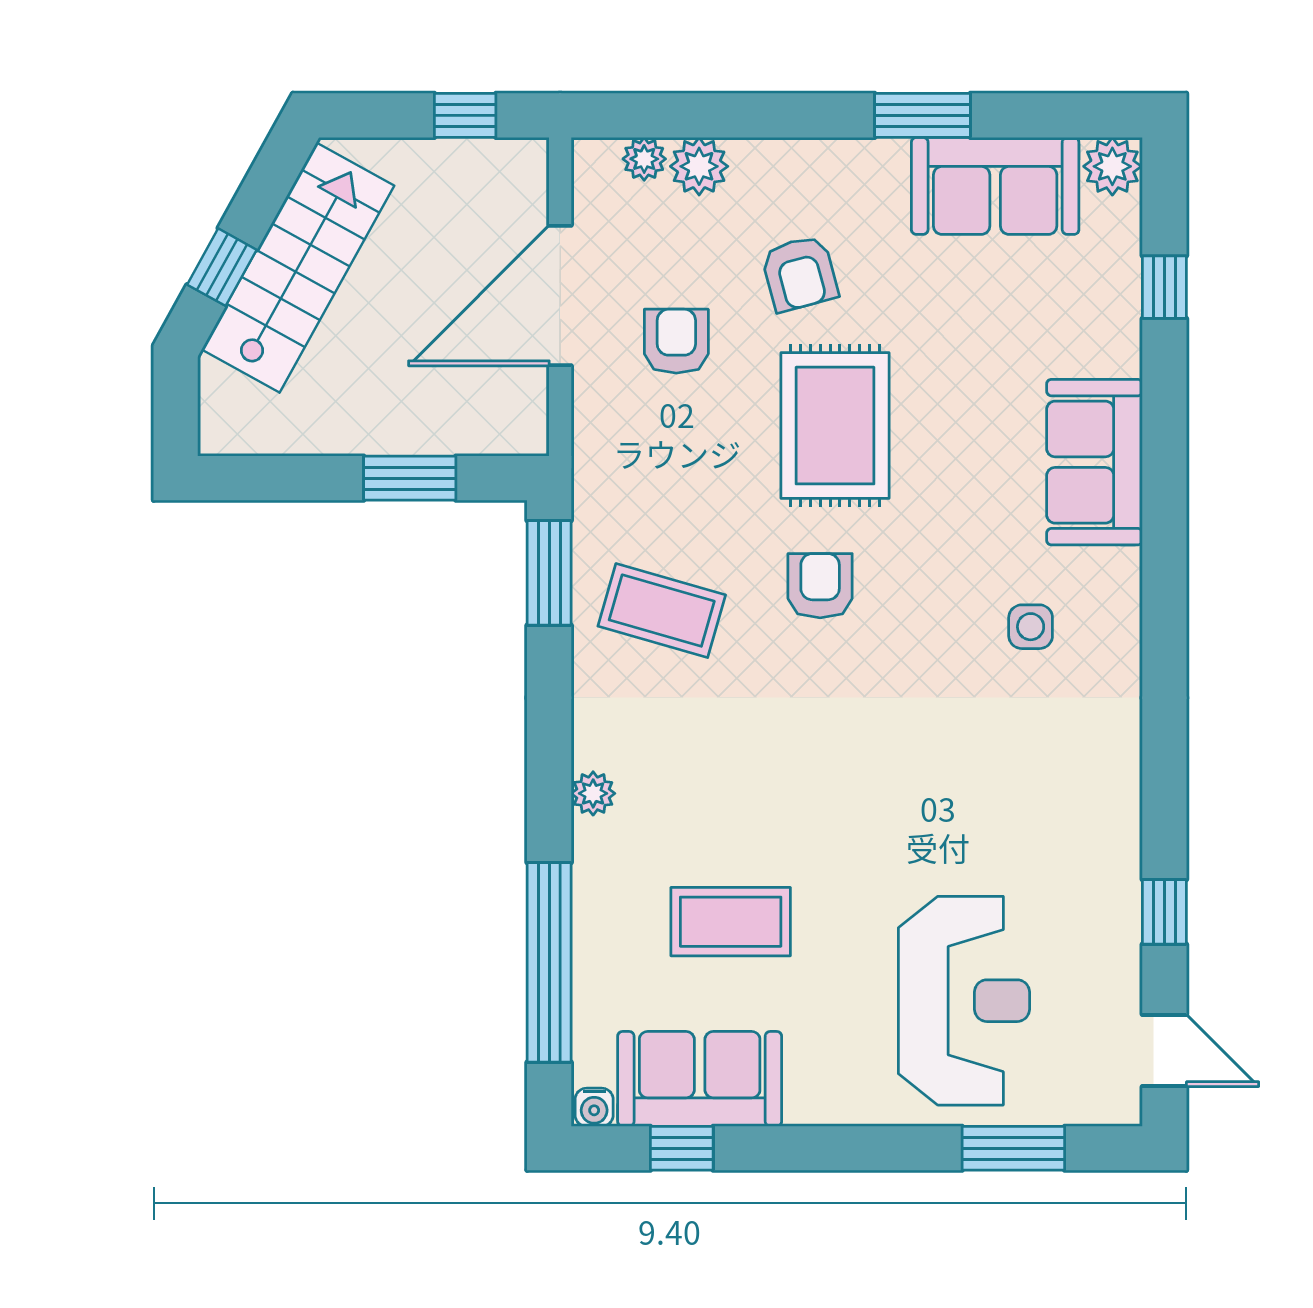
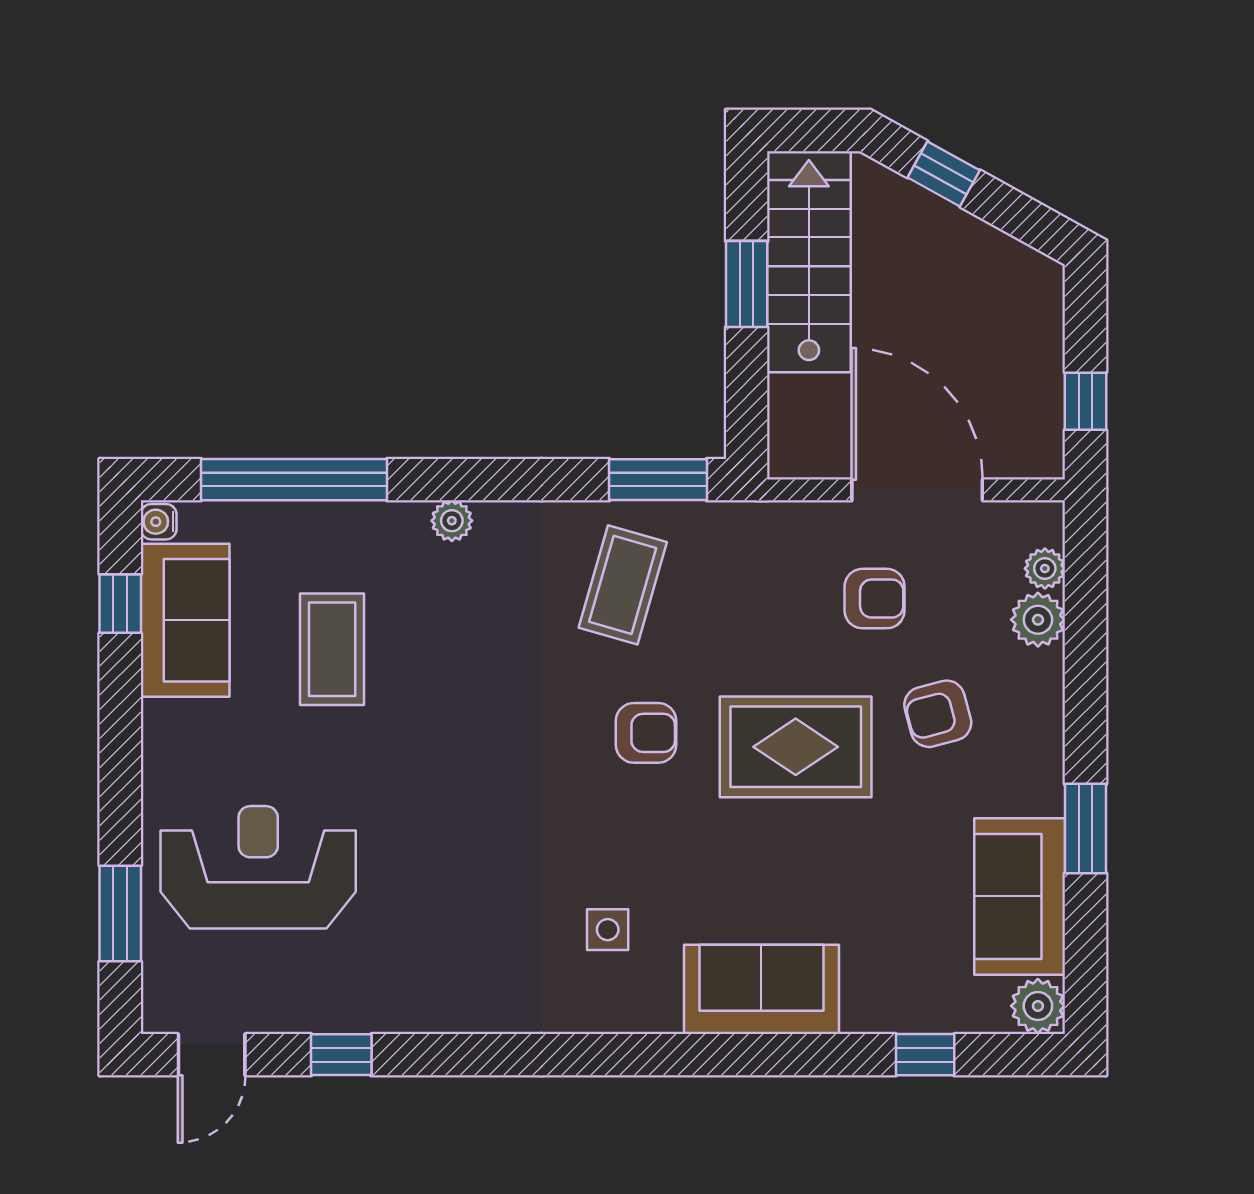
stairs: (298, 268) -> (809, 262), moved, turned -119
window: (410, 478) -> (747, 284), moved
reception desk: (964, 1001) -> (258, 867), turned 180

